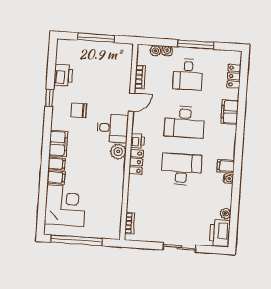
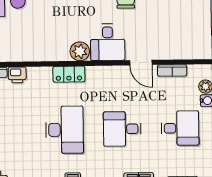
desk: (188, 74) -> (180, 128), turned 180
desk: (185, 122) -> (122, 129), width x0.73
printer: (138, 141) -> (17, 75), moved

